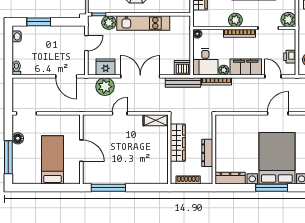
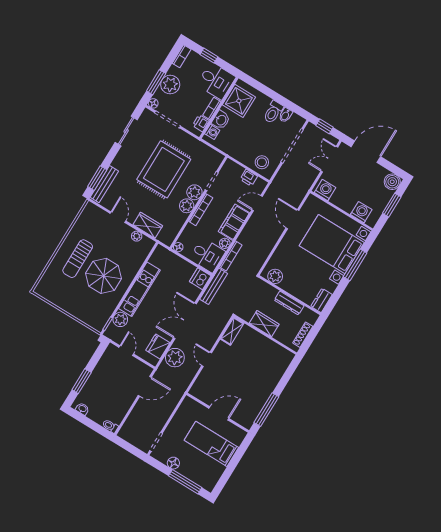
plant: (288, 20) -> (194, 192), moved
plant: (222, 128) -> (275, 276), added
wardrobe: (178, 143) -> (264, 324), width x0.67
dresser: (230, 178) -> (322, 301), width x0.70

